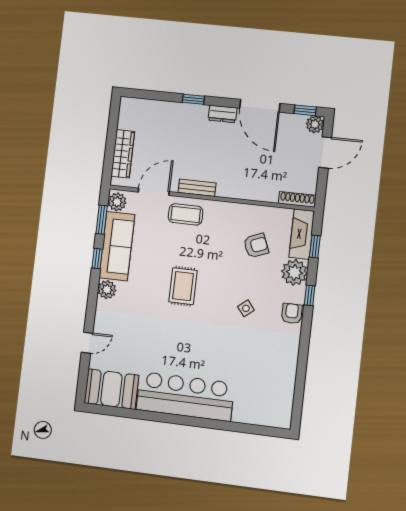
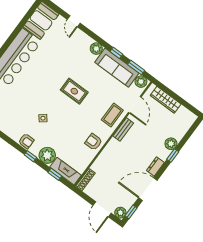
plant: (179, 111) -> (171, 144), added
armchair: (256, 245) -> (93, 142), moved, turned 112

